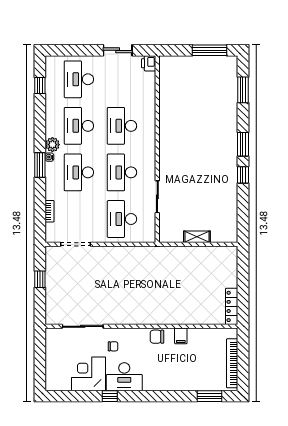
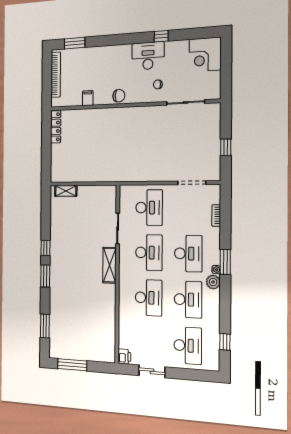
shelving: (166, 158) -> (109, 265), added
shelving: (197, 237) -> (66, 191), moved
filing cabinet: (181, 336) -> (88, 98), moved
corner desk: (88, 374) -> (205, 55), moved, turned 90

